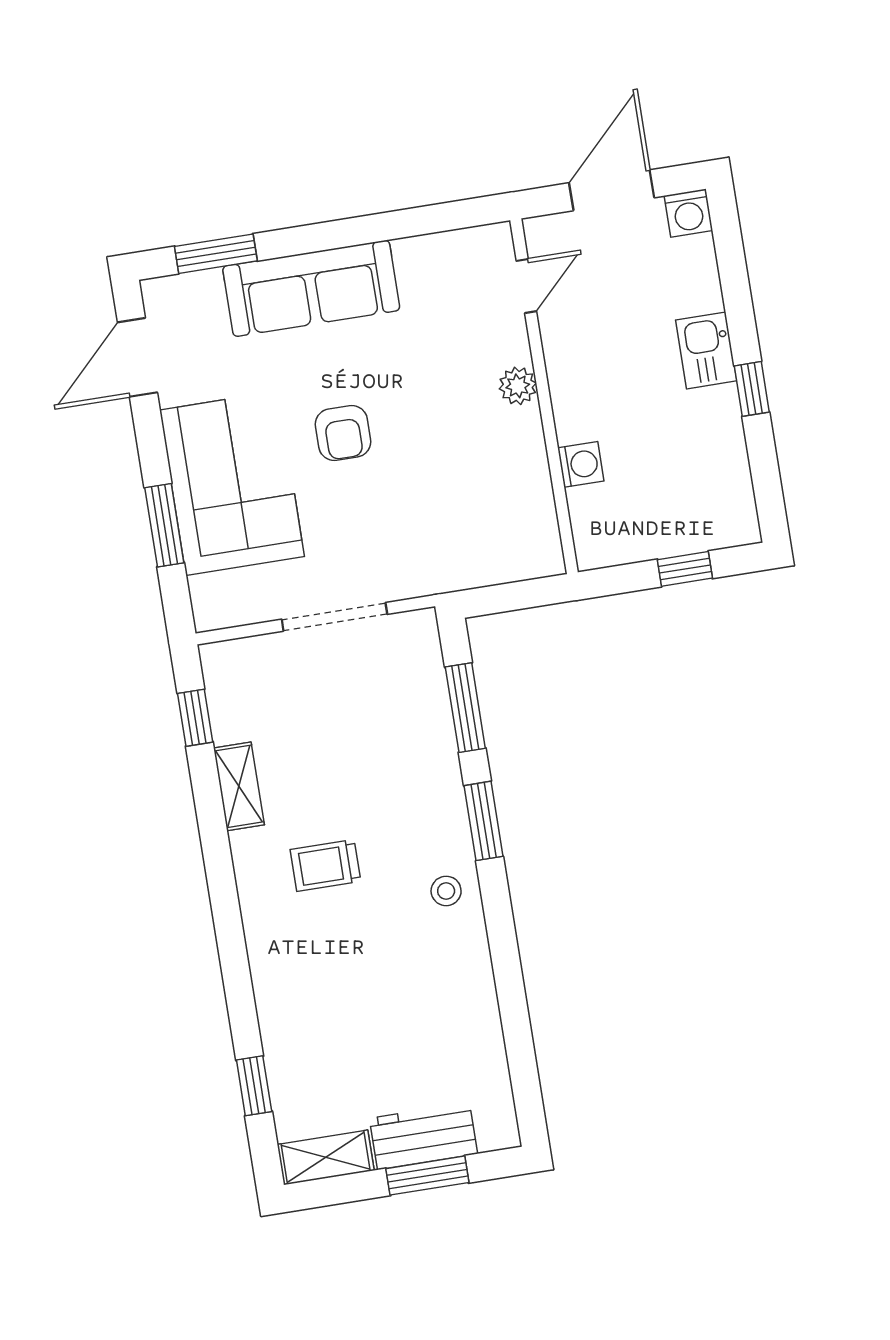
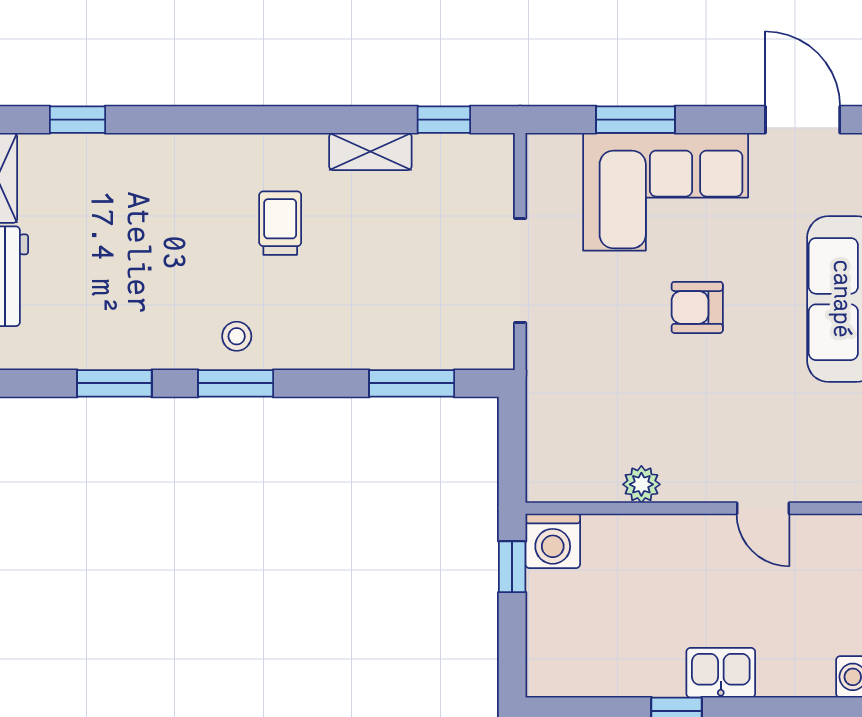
door: (526, 286) -> (763, 508), moved
plant: (518, 386) -> (641, 484), moved
washing machine: (581, 464) -> (553, 541), moved, width x1.38, depth x1.38
window: (685, 569) -> (512, 567), moved
window: (483, 821) -> (236, 383), moved
window: (513, 1006) -> (114, 383), added

